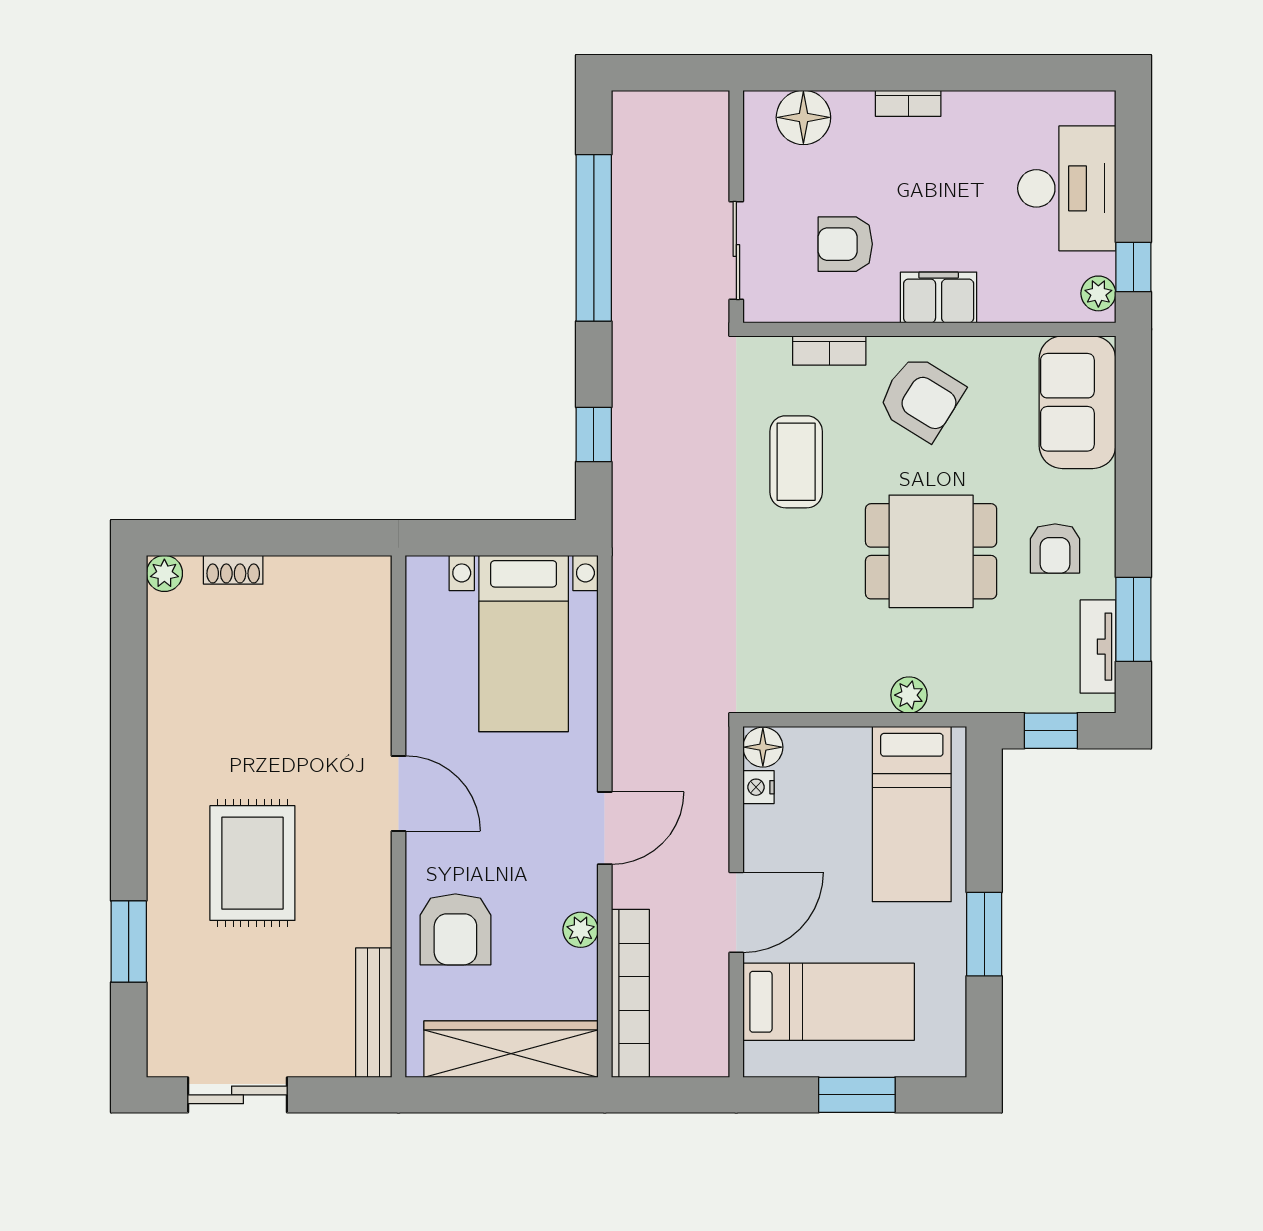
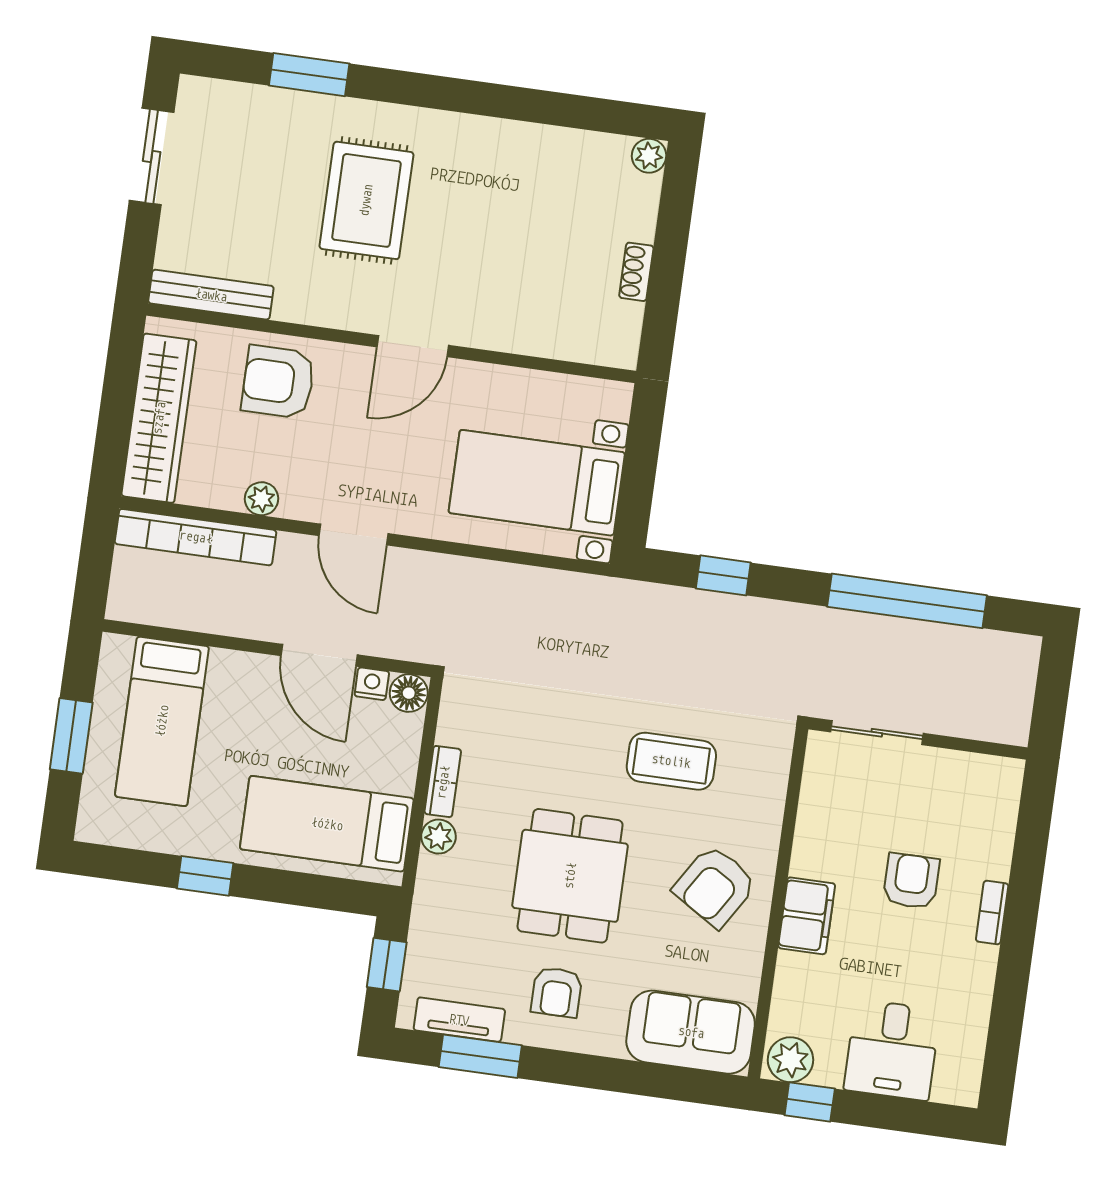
floor lamp: (803, 117) -> (992, 813), removed
desk: (1067, 188) -> (892, 1050), width x0.73
armchair: (845, 244) -> (911, 881), moved
plant: (1098, 293) -> (790, 1060), width x1.38, depth x1.38
bookcase: (829, 351) -> (443, 782), moved, turned 180
armchair: (1055, 548) -> (557, 992), turned -90
shoe rack: (233, 570) -> (636, 272), moved
rug: (252, 863) -> (366, 200), turned 90
door: (736, 912) -> (319, 655), moved
window: (984, 934) -> (205, 876), width x0.67

